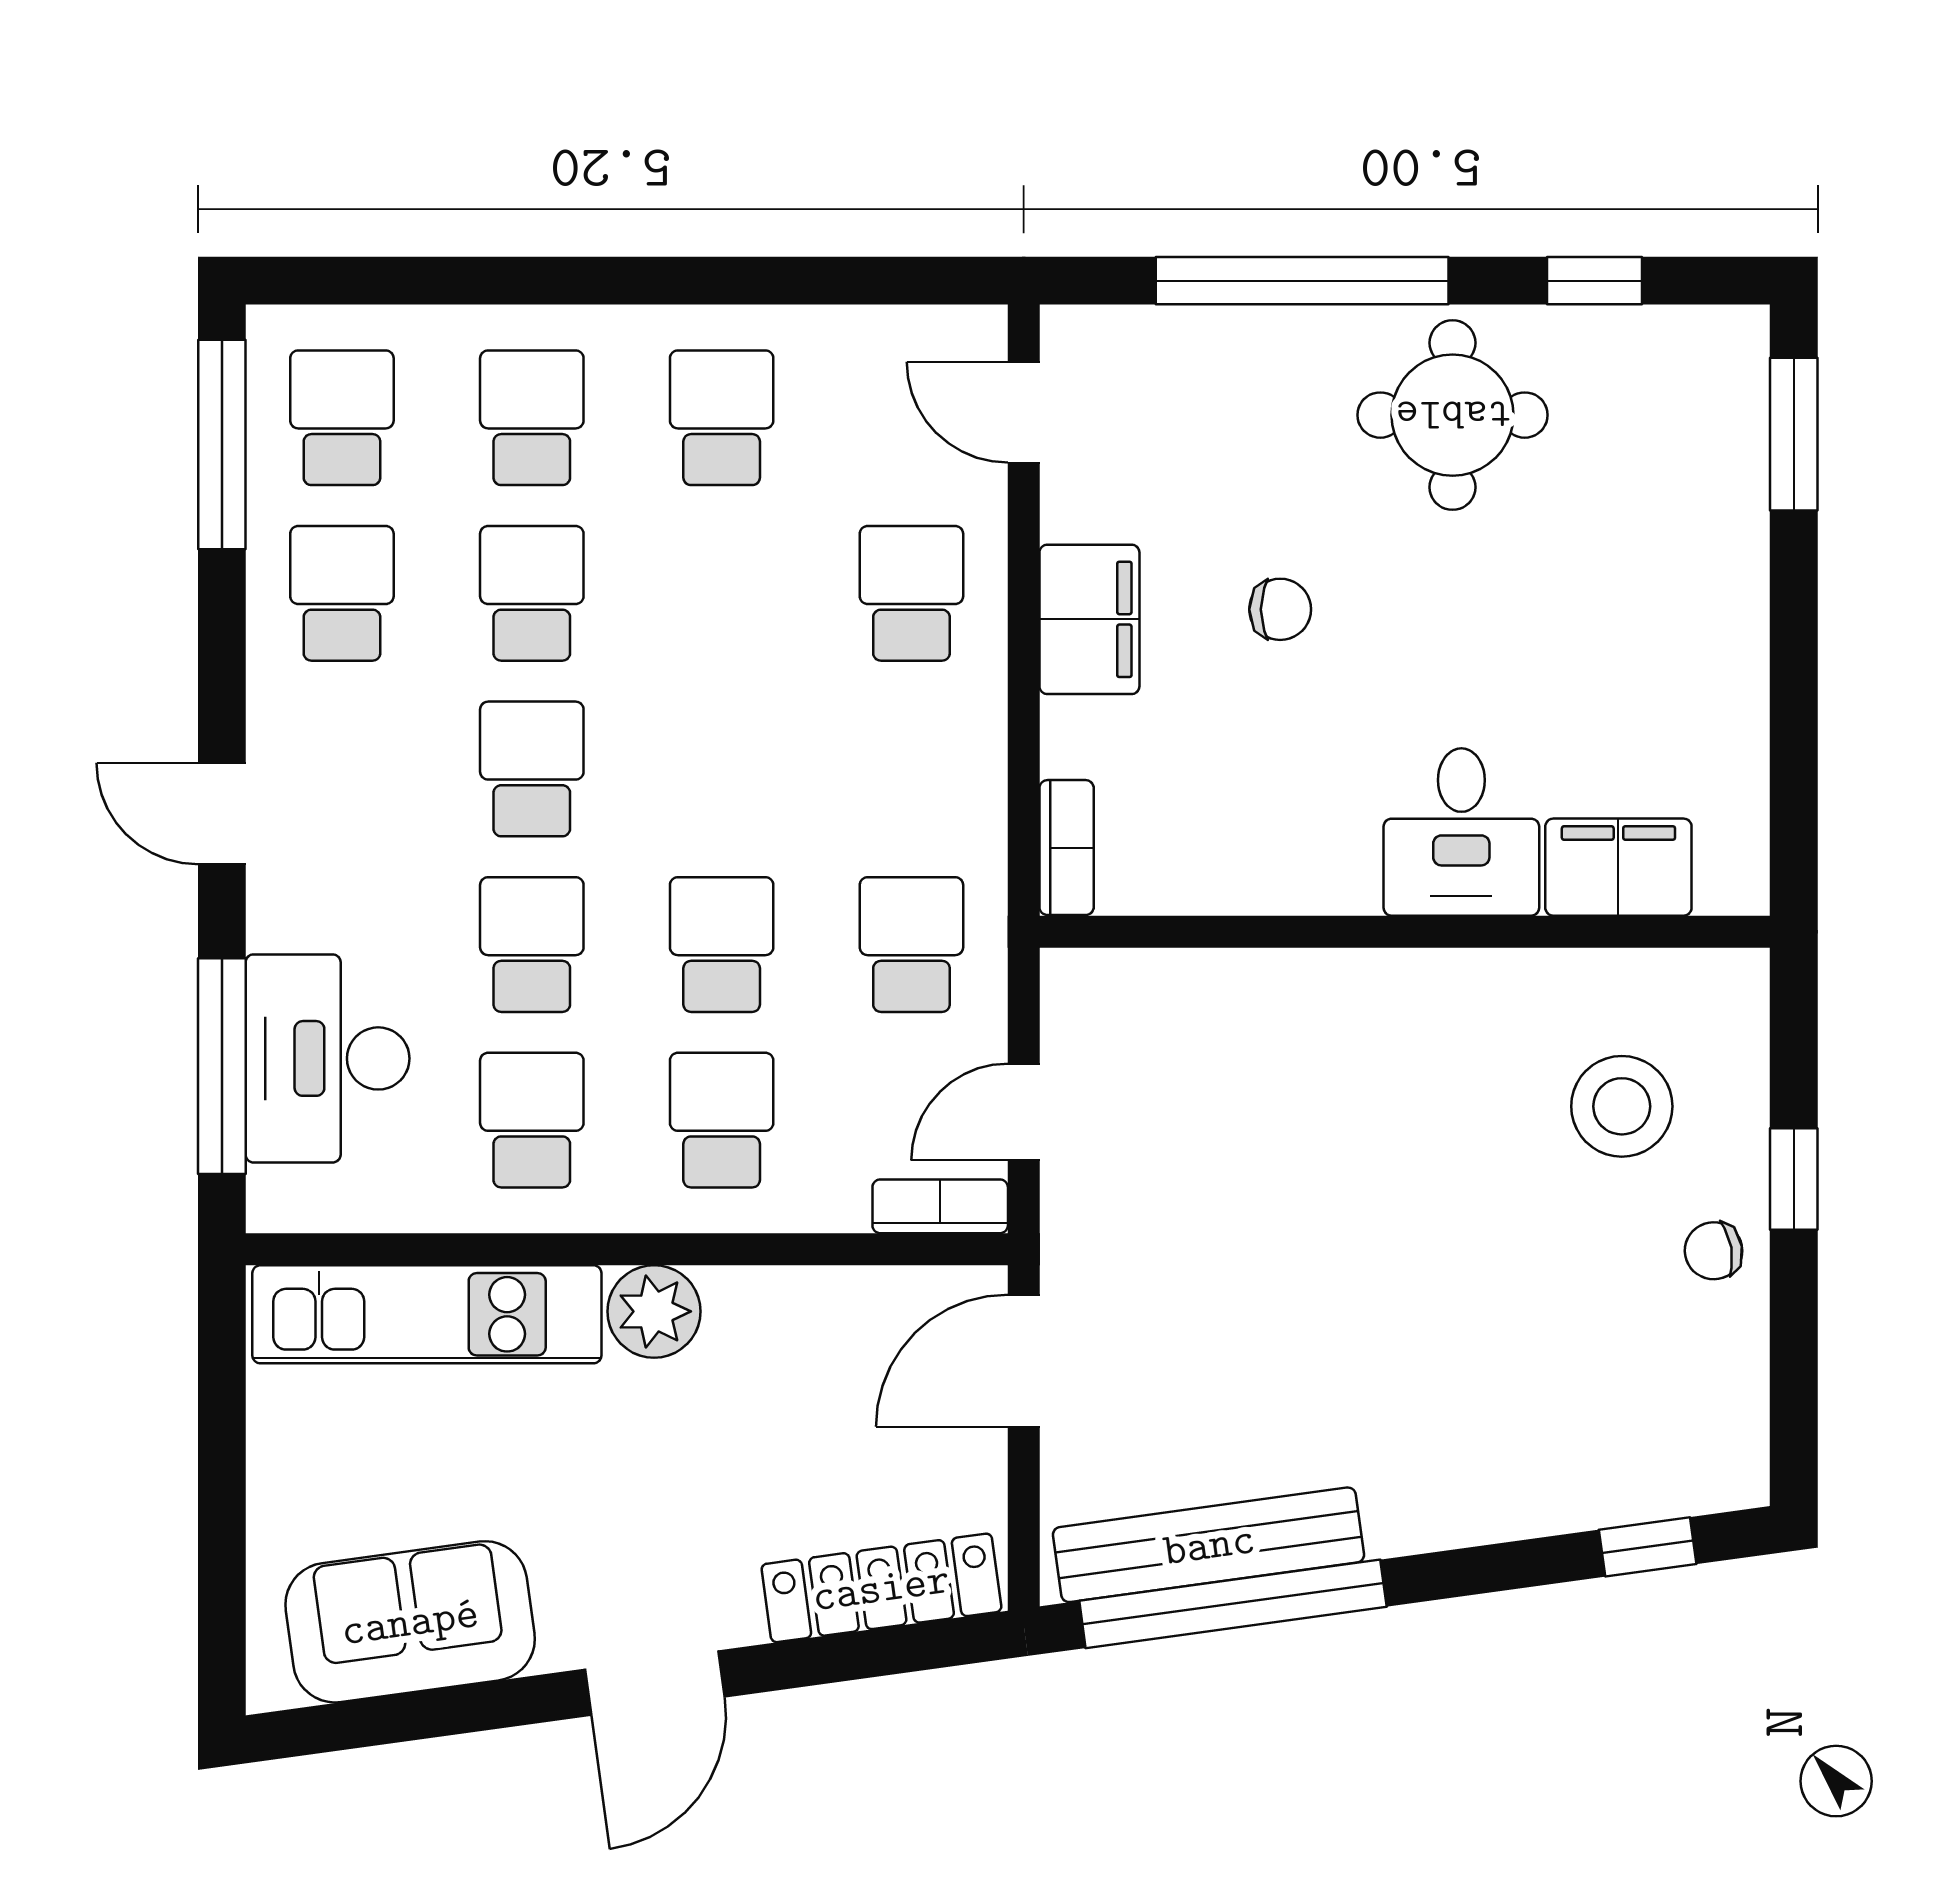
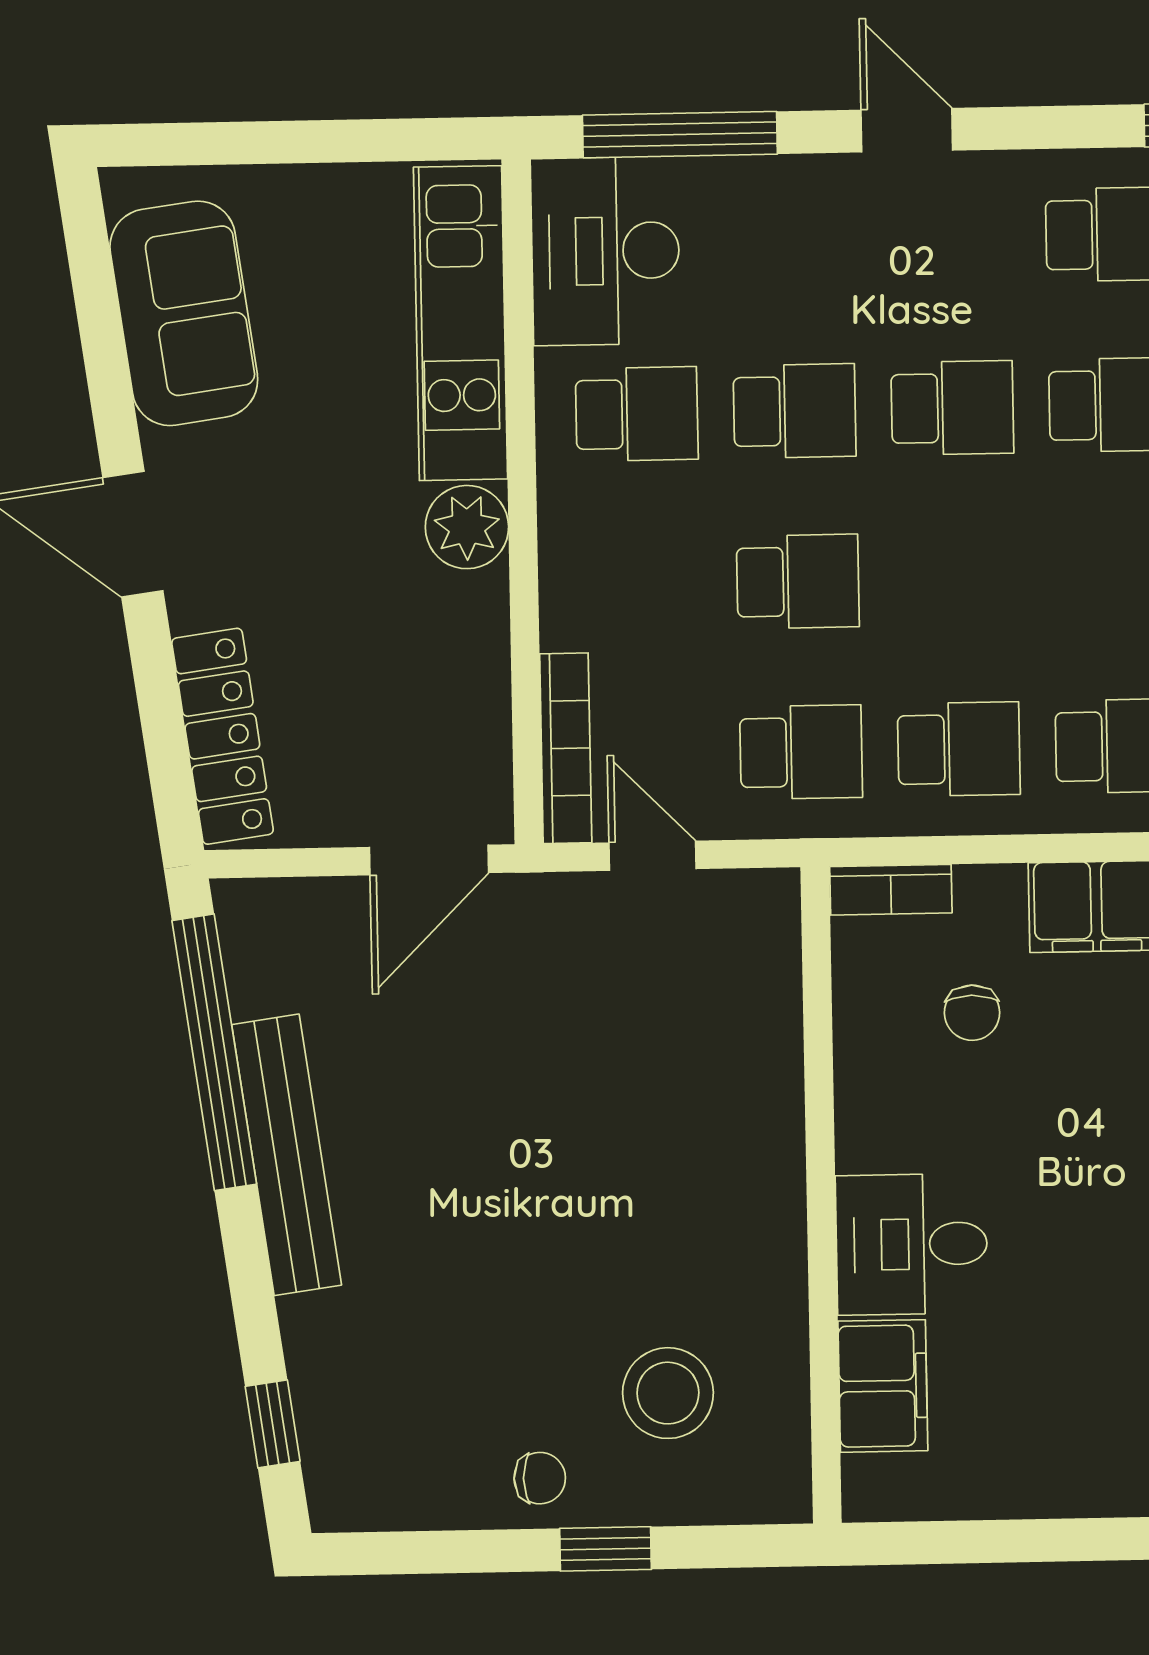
chair: (1280, 609) -> (972, 1013), moved
door: (222, 814) -> (907, 130), hinge flipped
desk: (327, 1058) -> (605, 251), moved, turned -90
school desk: (722, 1120) -> (959, 749), moved
bookcase: (940, 1206) -> (566, 748), width x1.56
chair: (1714, 1251) -> (540, 1478), turned 100
door: (1024, 1361) -> (429, 860), swing flipped
bench: (1209, 1545) -> (287, 1155), moved

